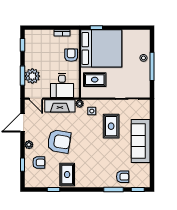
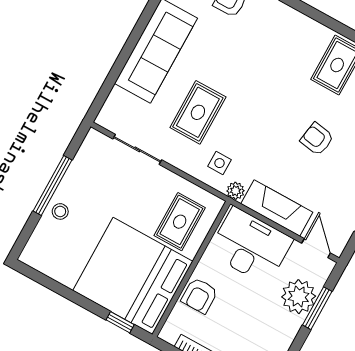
rug: (95, 80) -> (180, 222), turned 90
desk: (62, 85) -> (250, 246), width x1.37
armchair: (59, 141) -> (317, 139), width x0.53, depth x0.53

